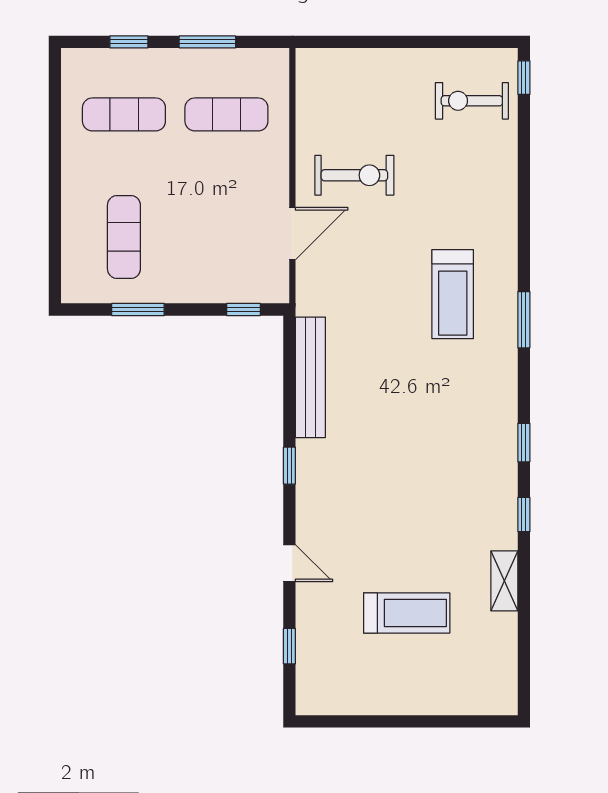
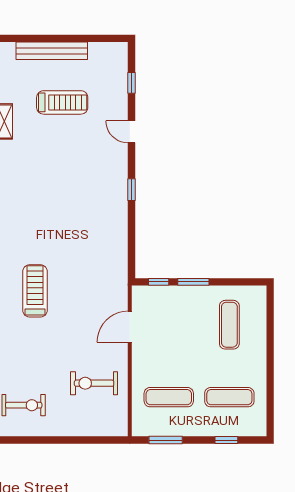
window: (207, 42) -> (166, 440), moved
exercise bike: (354, 175) -> (94, 383), moved
window: (138, 310) -> (193, 282), moved
bench: (310, 377) -> (52, 51), moved, turned 90
treadmill: (407, 613) -> (62, 102), turned 180

